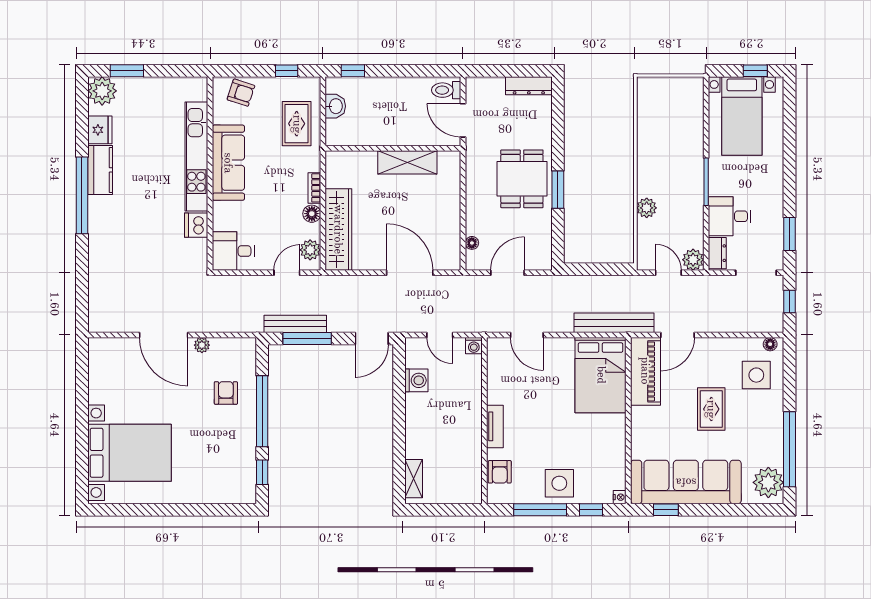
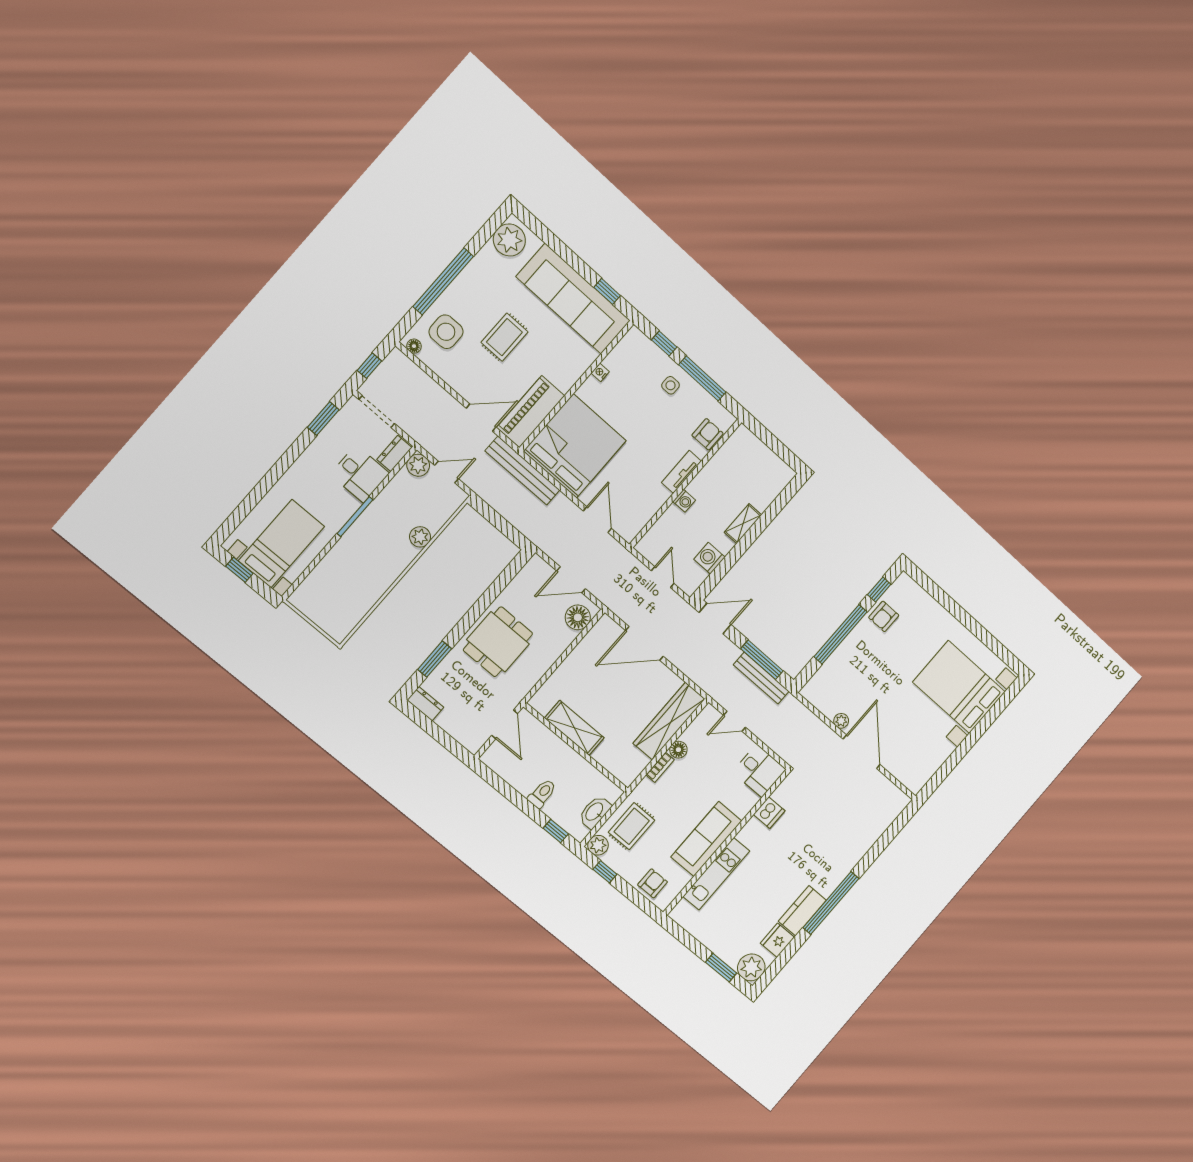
dresser: (529, 86) -> (425, 704), width x0.70
toilet: (446, 90) -> (542, 794), moved, turned -90
armchair: (241, 93) -> (653, 883), turned 72
washbasin: (335, 106) -> (595, 812), width x1.38
kitchen unit: (196, 157) -> (716, 874), width x0.73
window: (558, 190) -> (435, 659), moved
floor lamp: (472, 243) -> (578, 617), width x1.89, depth x1.89
plant: (310, 250) -> (598, 845), moved
door: (410, 273) -> (644, 643), hinge flipped
door: (668, 273) -> (447, 472), swing flipped
washing machine: (474, 346) -> (684, 501), moved, turned 90
bed: (601, 375) -> (575, 446), width x1.36
armchair: (226, 393) -> (884, 616), moved
window: (789, 449) -> (443, 281), moved
shelving: (414, 479) -> (743, 524), moved
side table: (559, 483) -> (671, 385), width x0.54, depth x0.54
nightstand: (620, 497) -> (600, 372), moved

